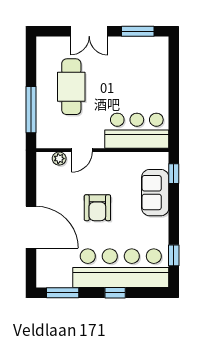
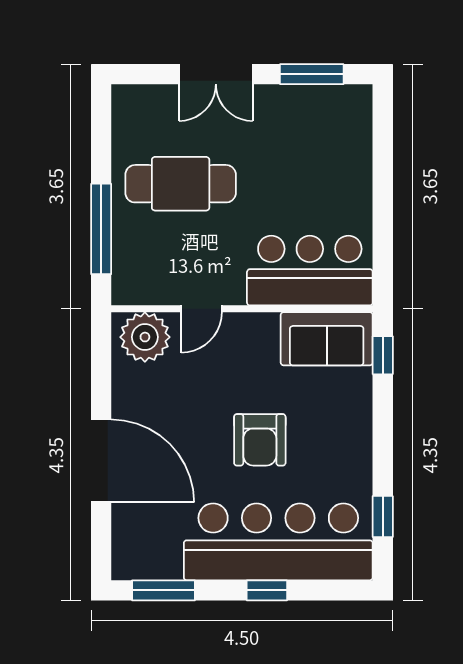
cafe table: (71, 87) -> (181, 184), turned 90
plant: (59, 159) -> (145, 337), width x1.88, depth x1.88
sofa: (155, 193) -> (327, 339), moved, turned -90
armchair: (97, 208) -> (260, 440), moved

